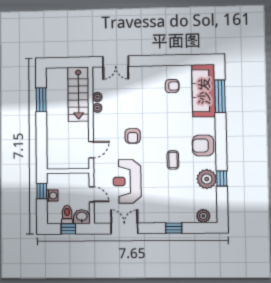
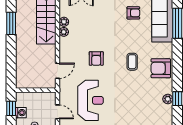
coffee table: (173, 160) -> (132, 62), moved
plant: (207, 179) -> (168, 99), width x0.53, depth x0.53
reception desk: (127, 181) -> (91, 100), turned 180

